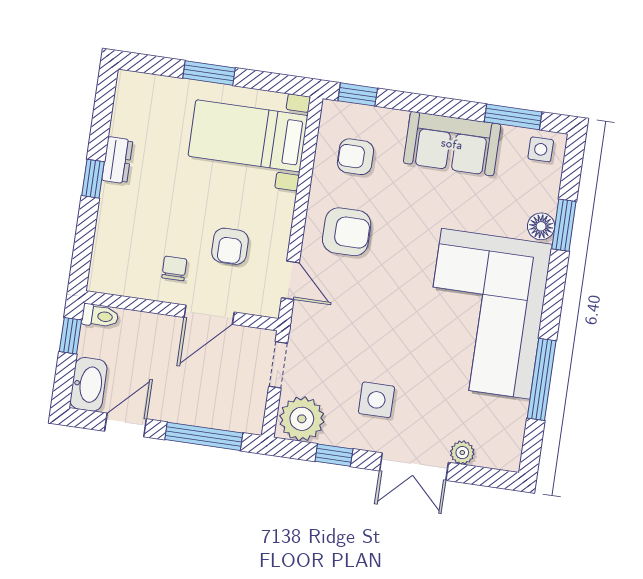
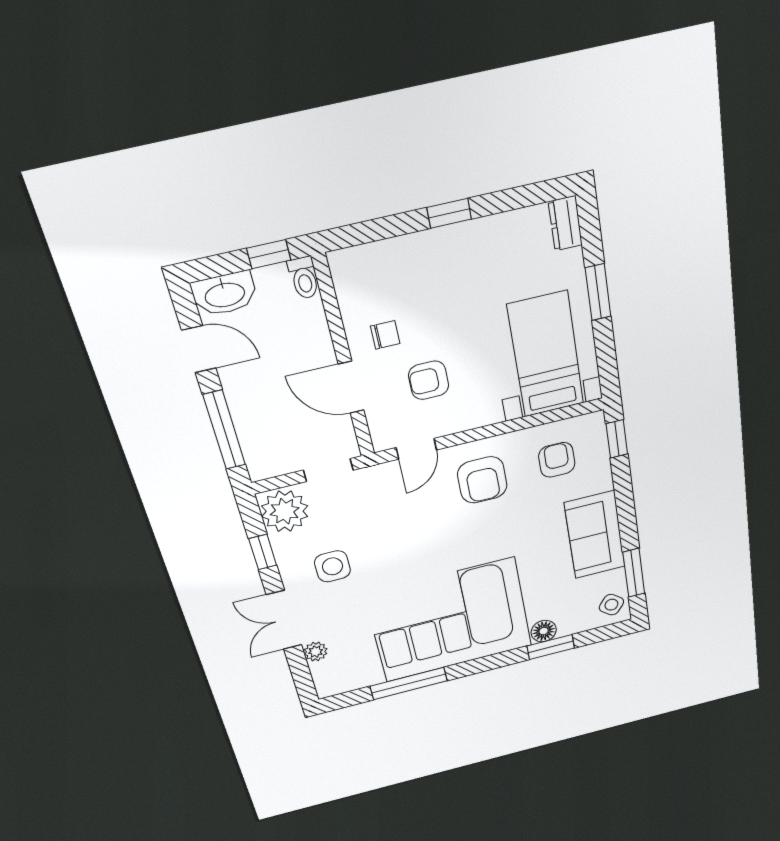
side table: (541, 149) -> (611, 605), turned 38
dresser: (117, 160) -> (565, 223), moved, turned 90

